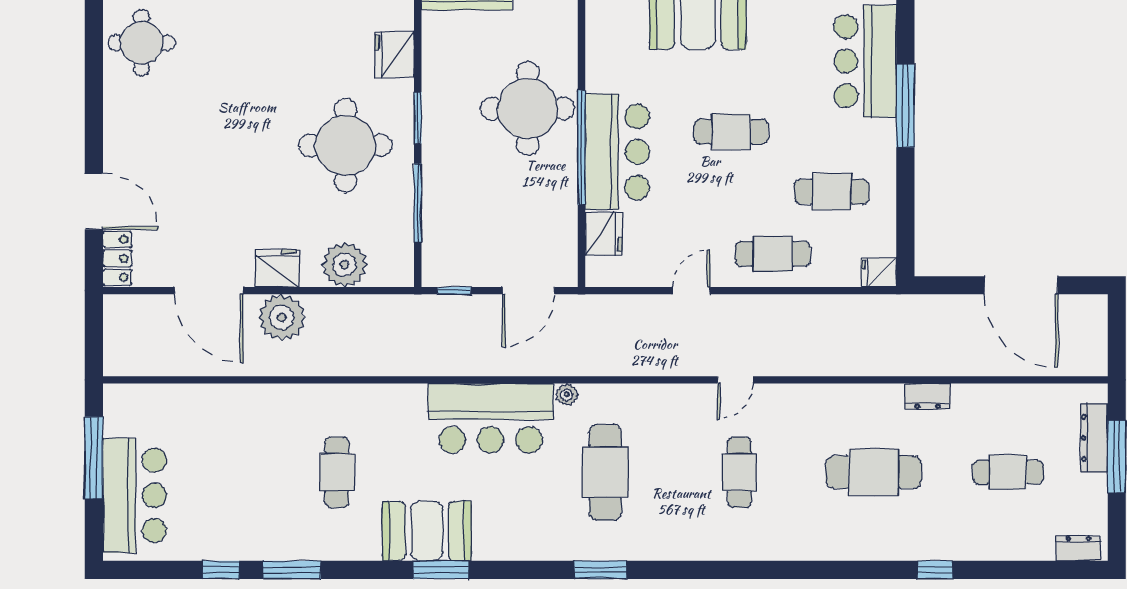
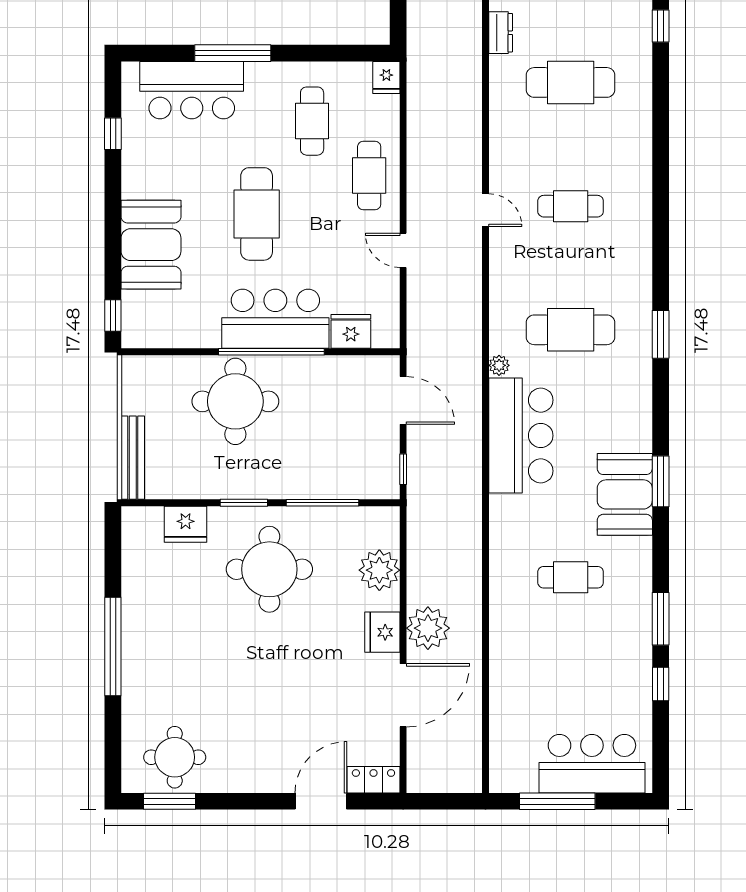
window: (94, 37) -> (169, 801), added
cafe table: (731, 132) -> (257, 214), width x1.37, depth x1.35
cafe table: (874, 472) -> (571, 82), turned 90

